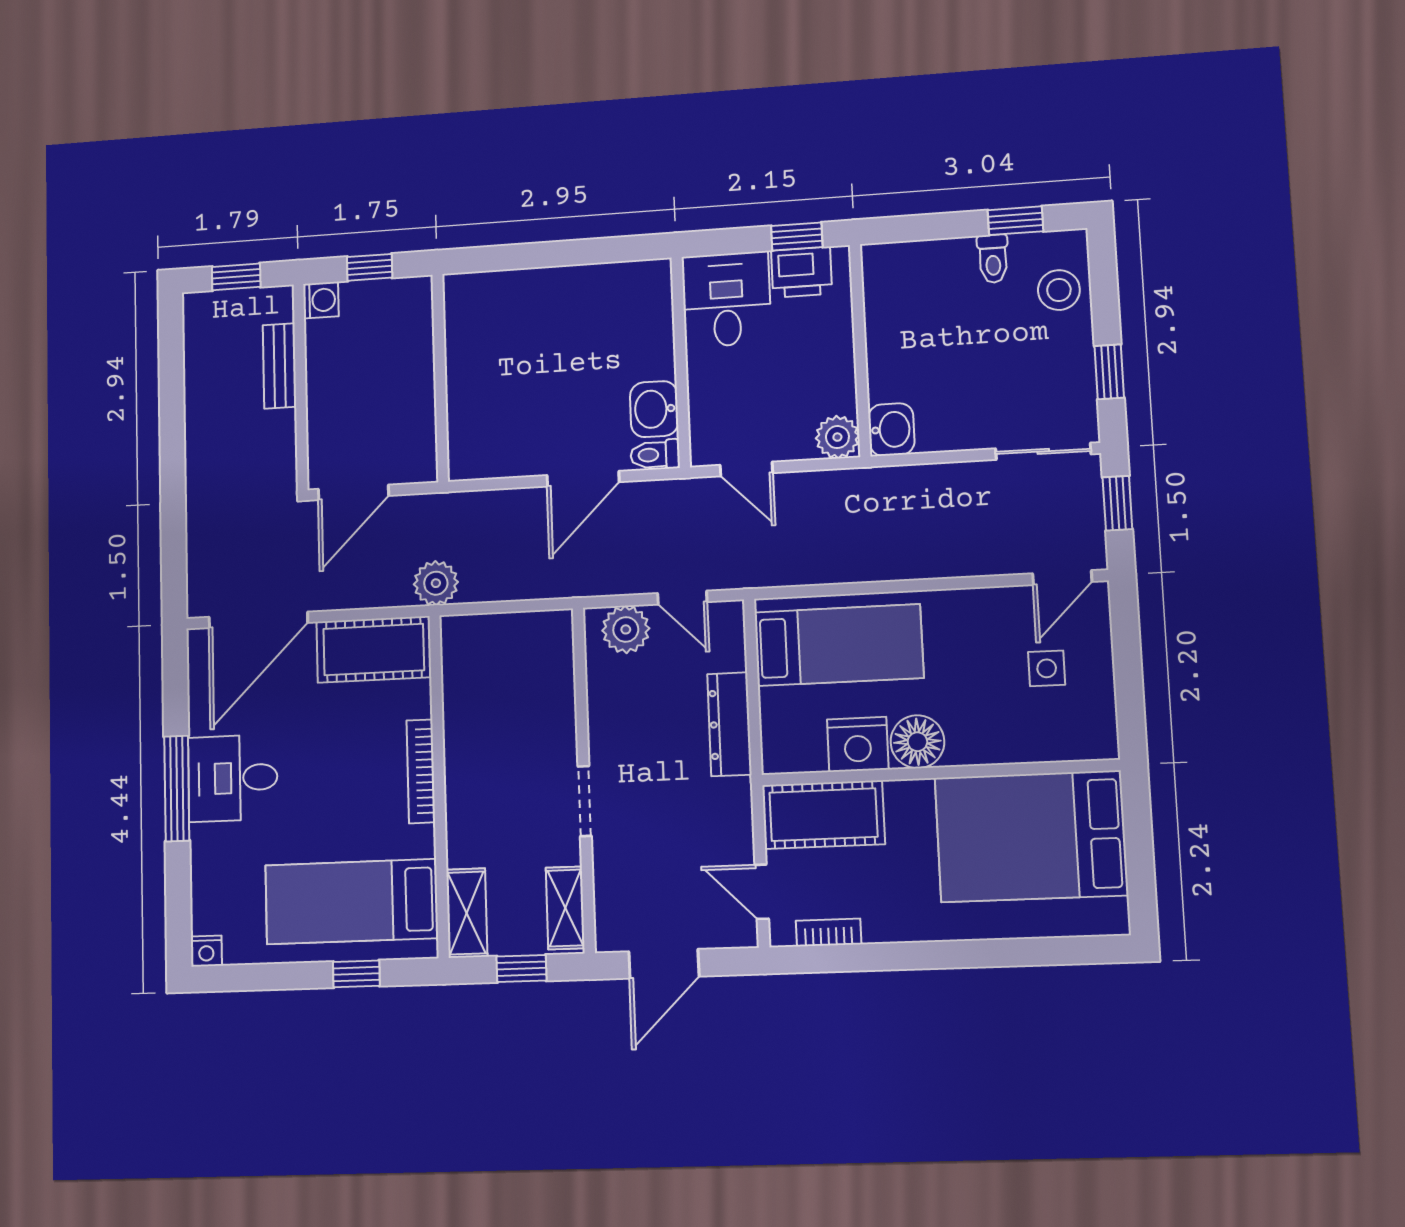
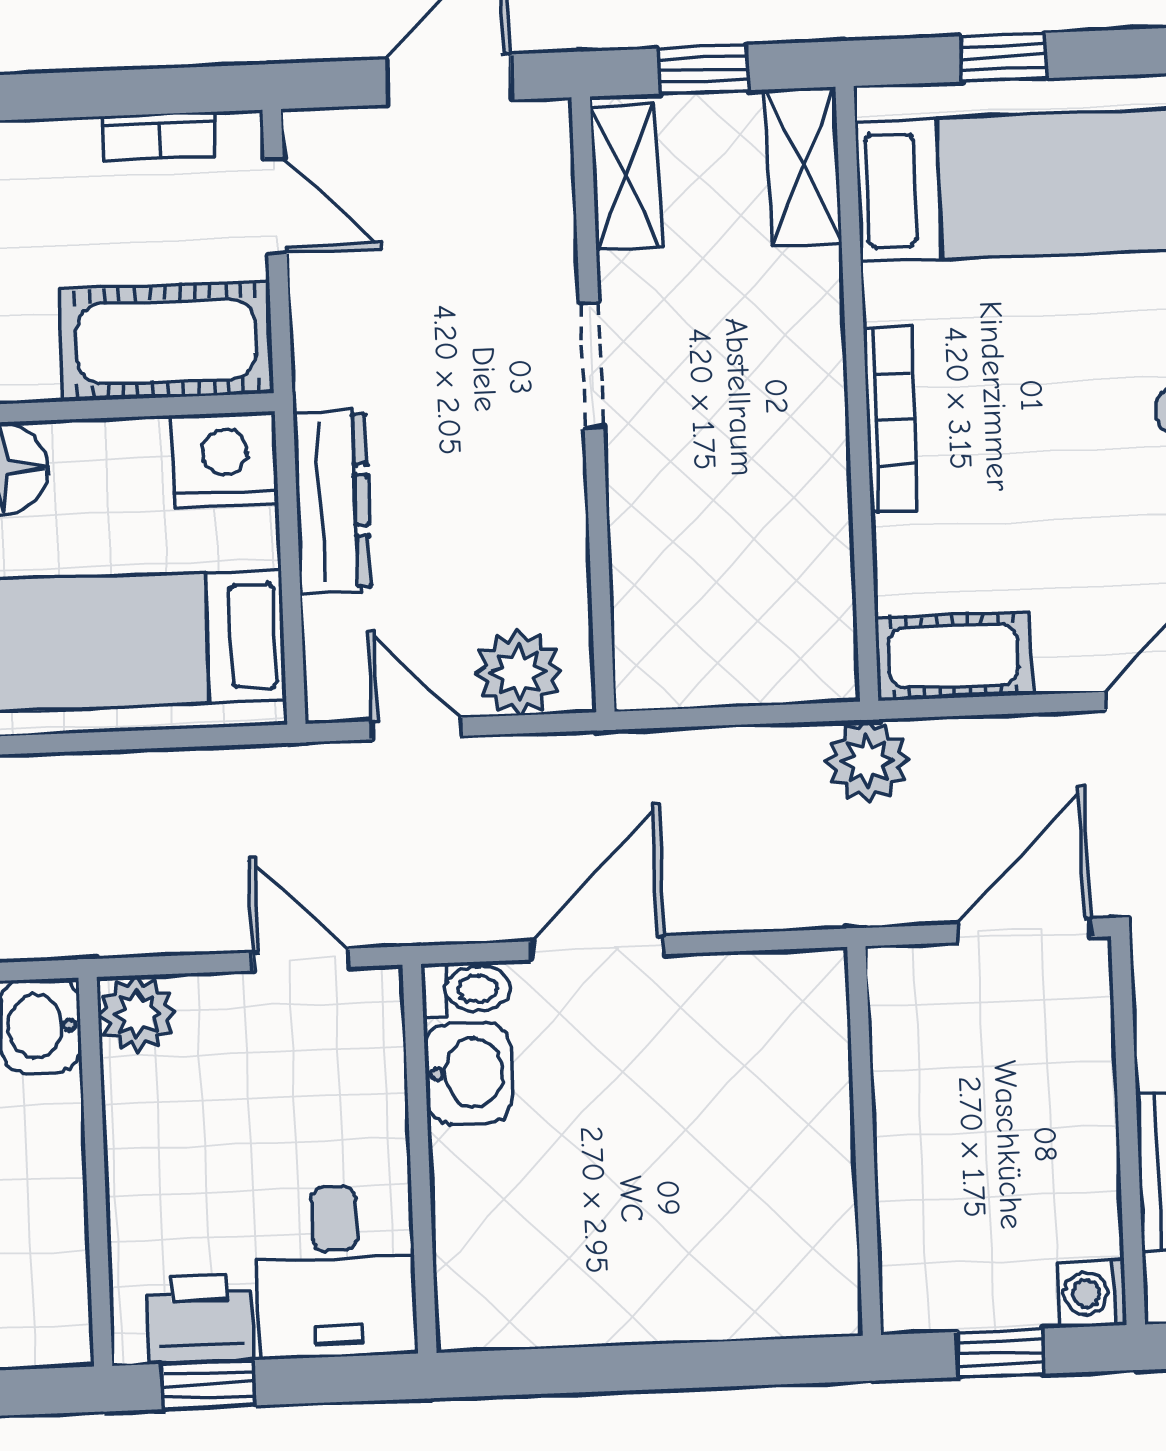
cot: (374, 649) -> (954, 656), width x0.73, depth x0.75
nightstand: (858, 744) -> (225, 460), moved

